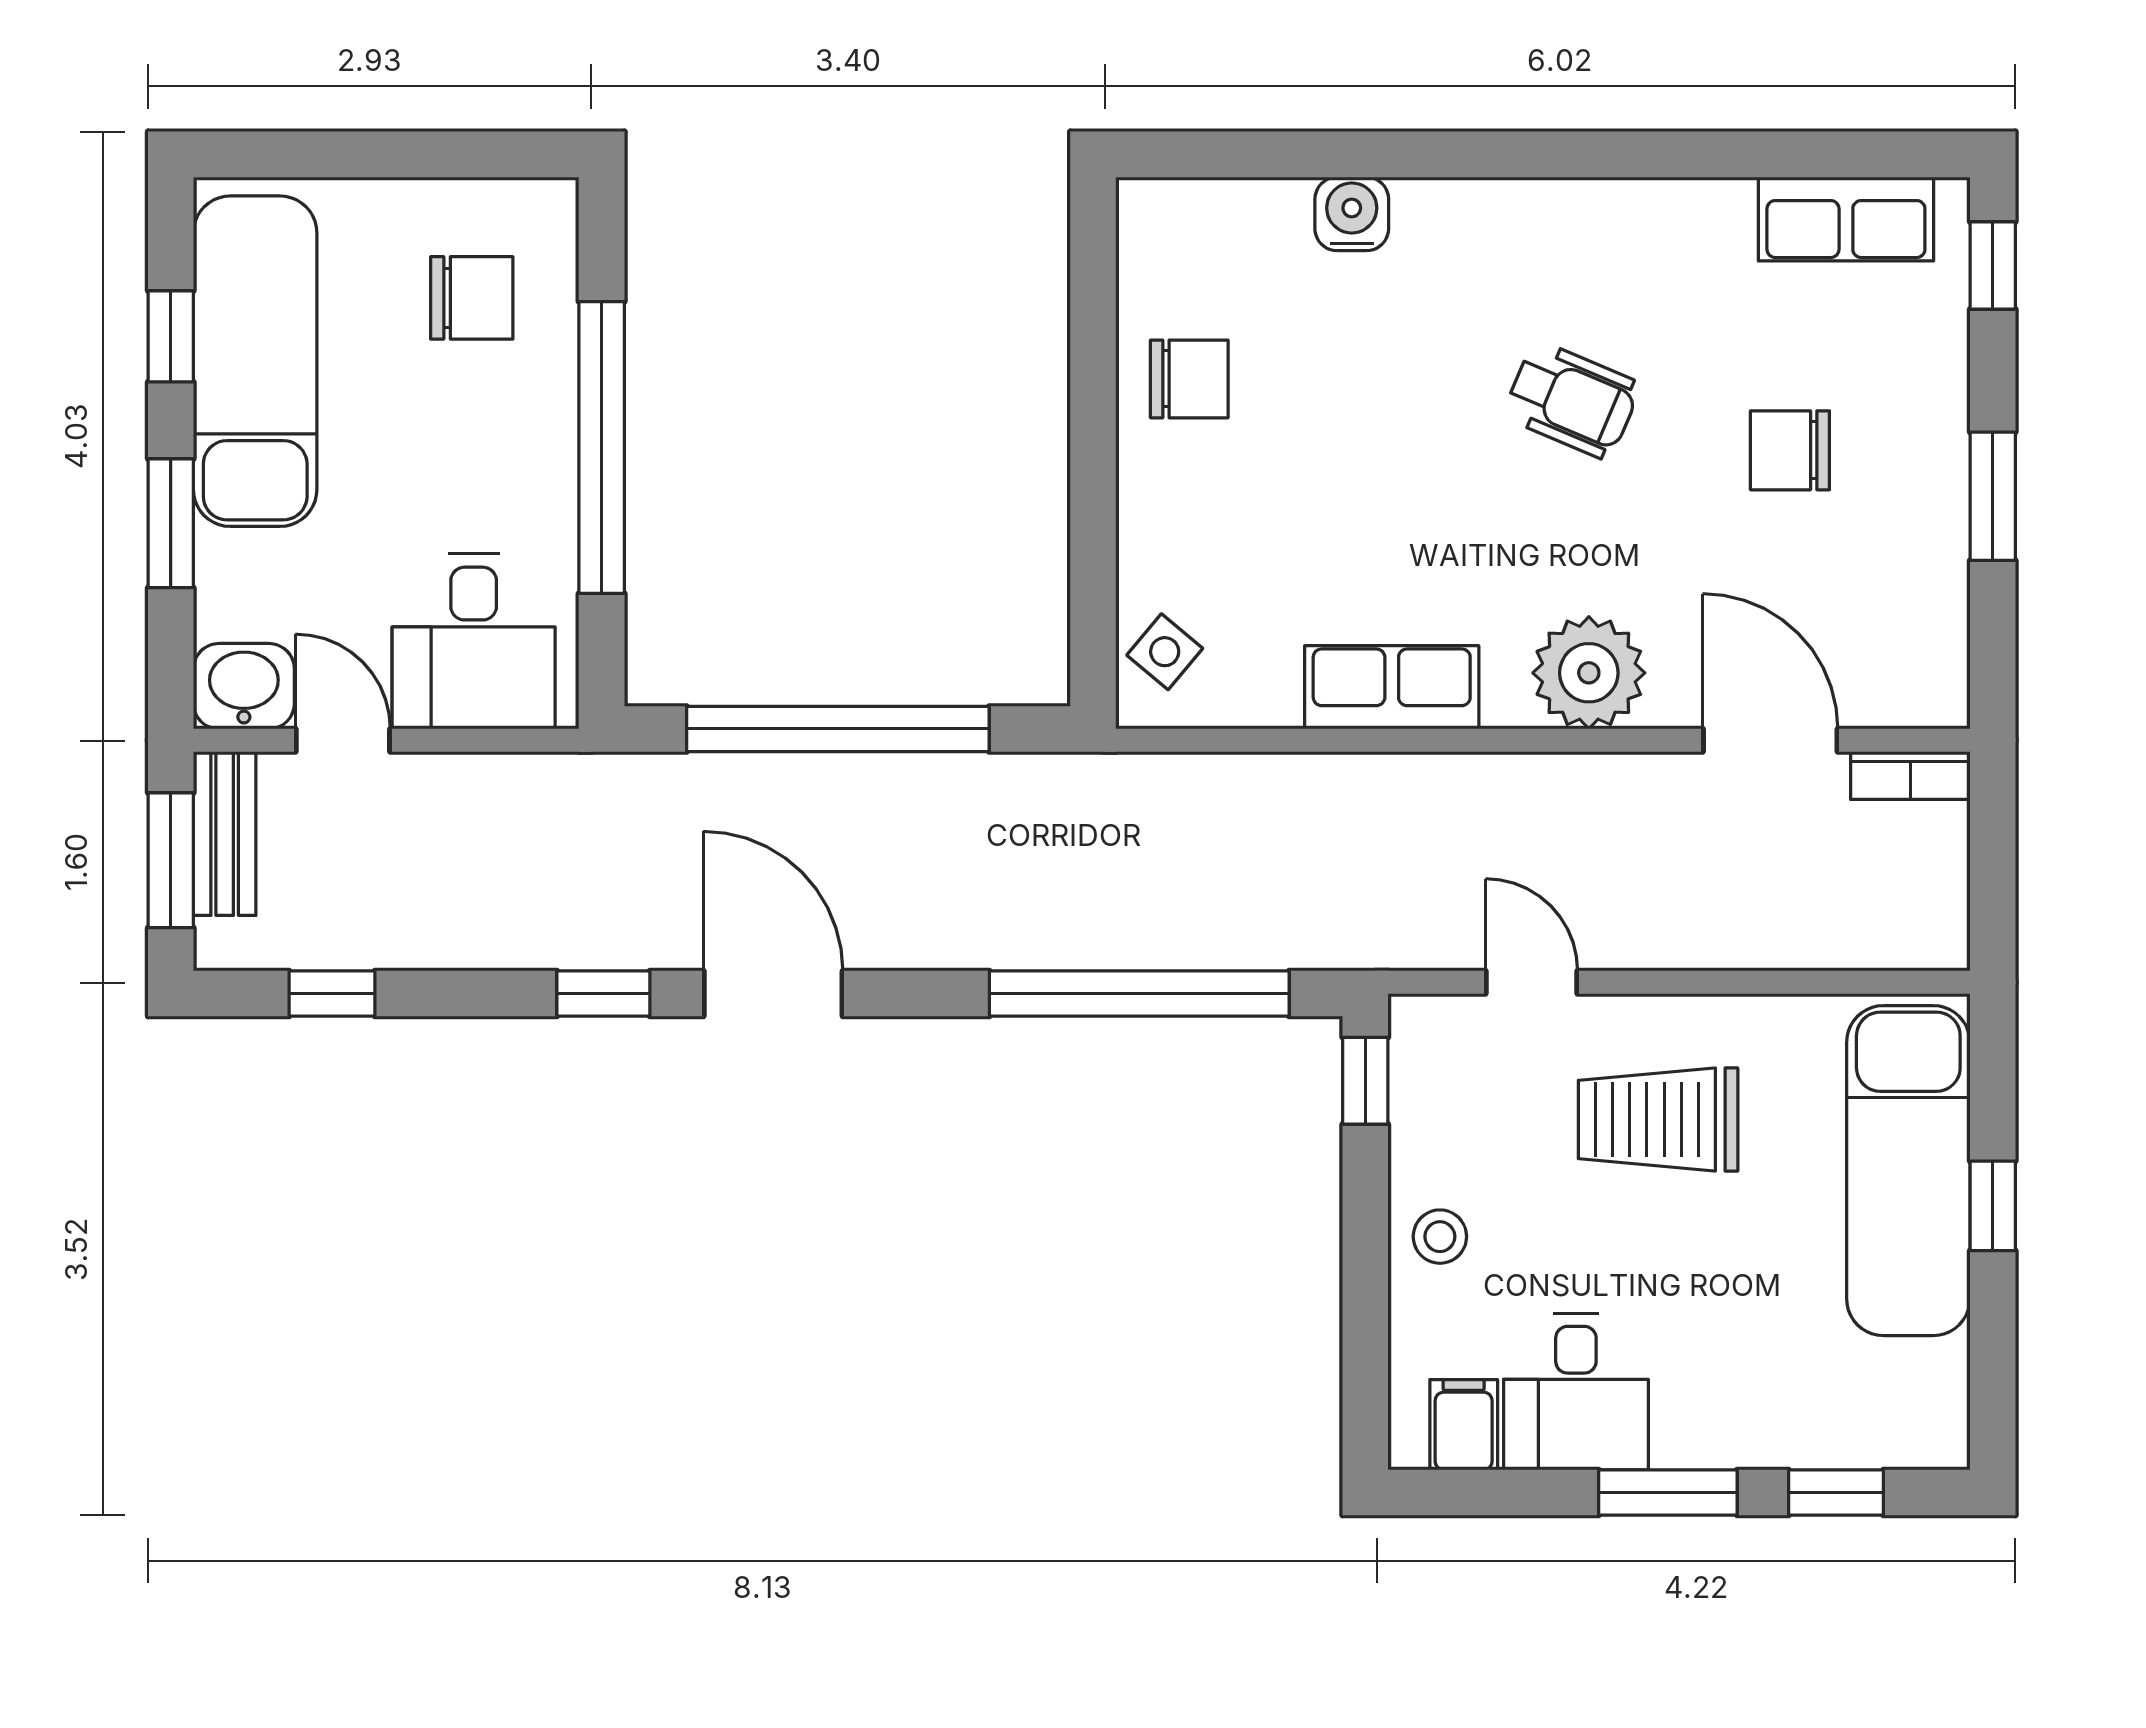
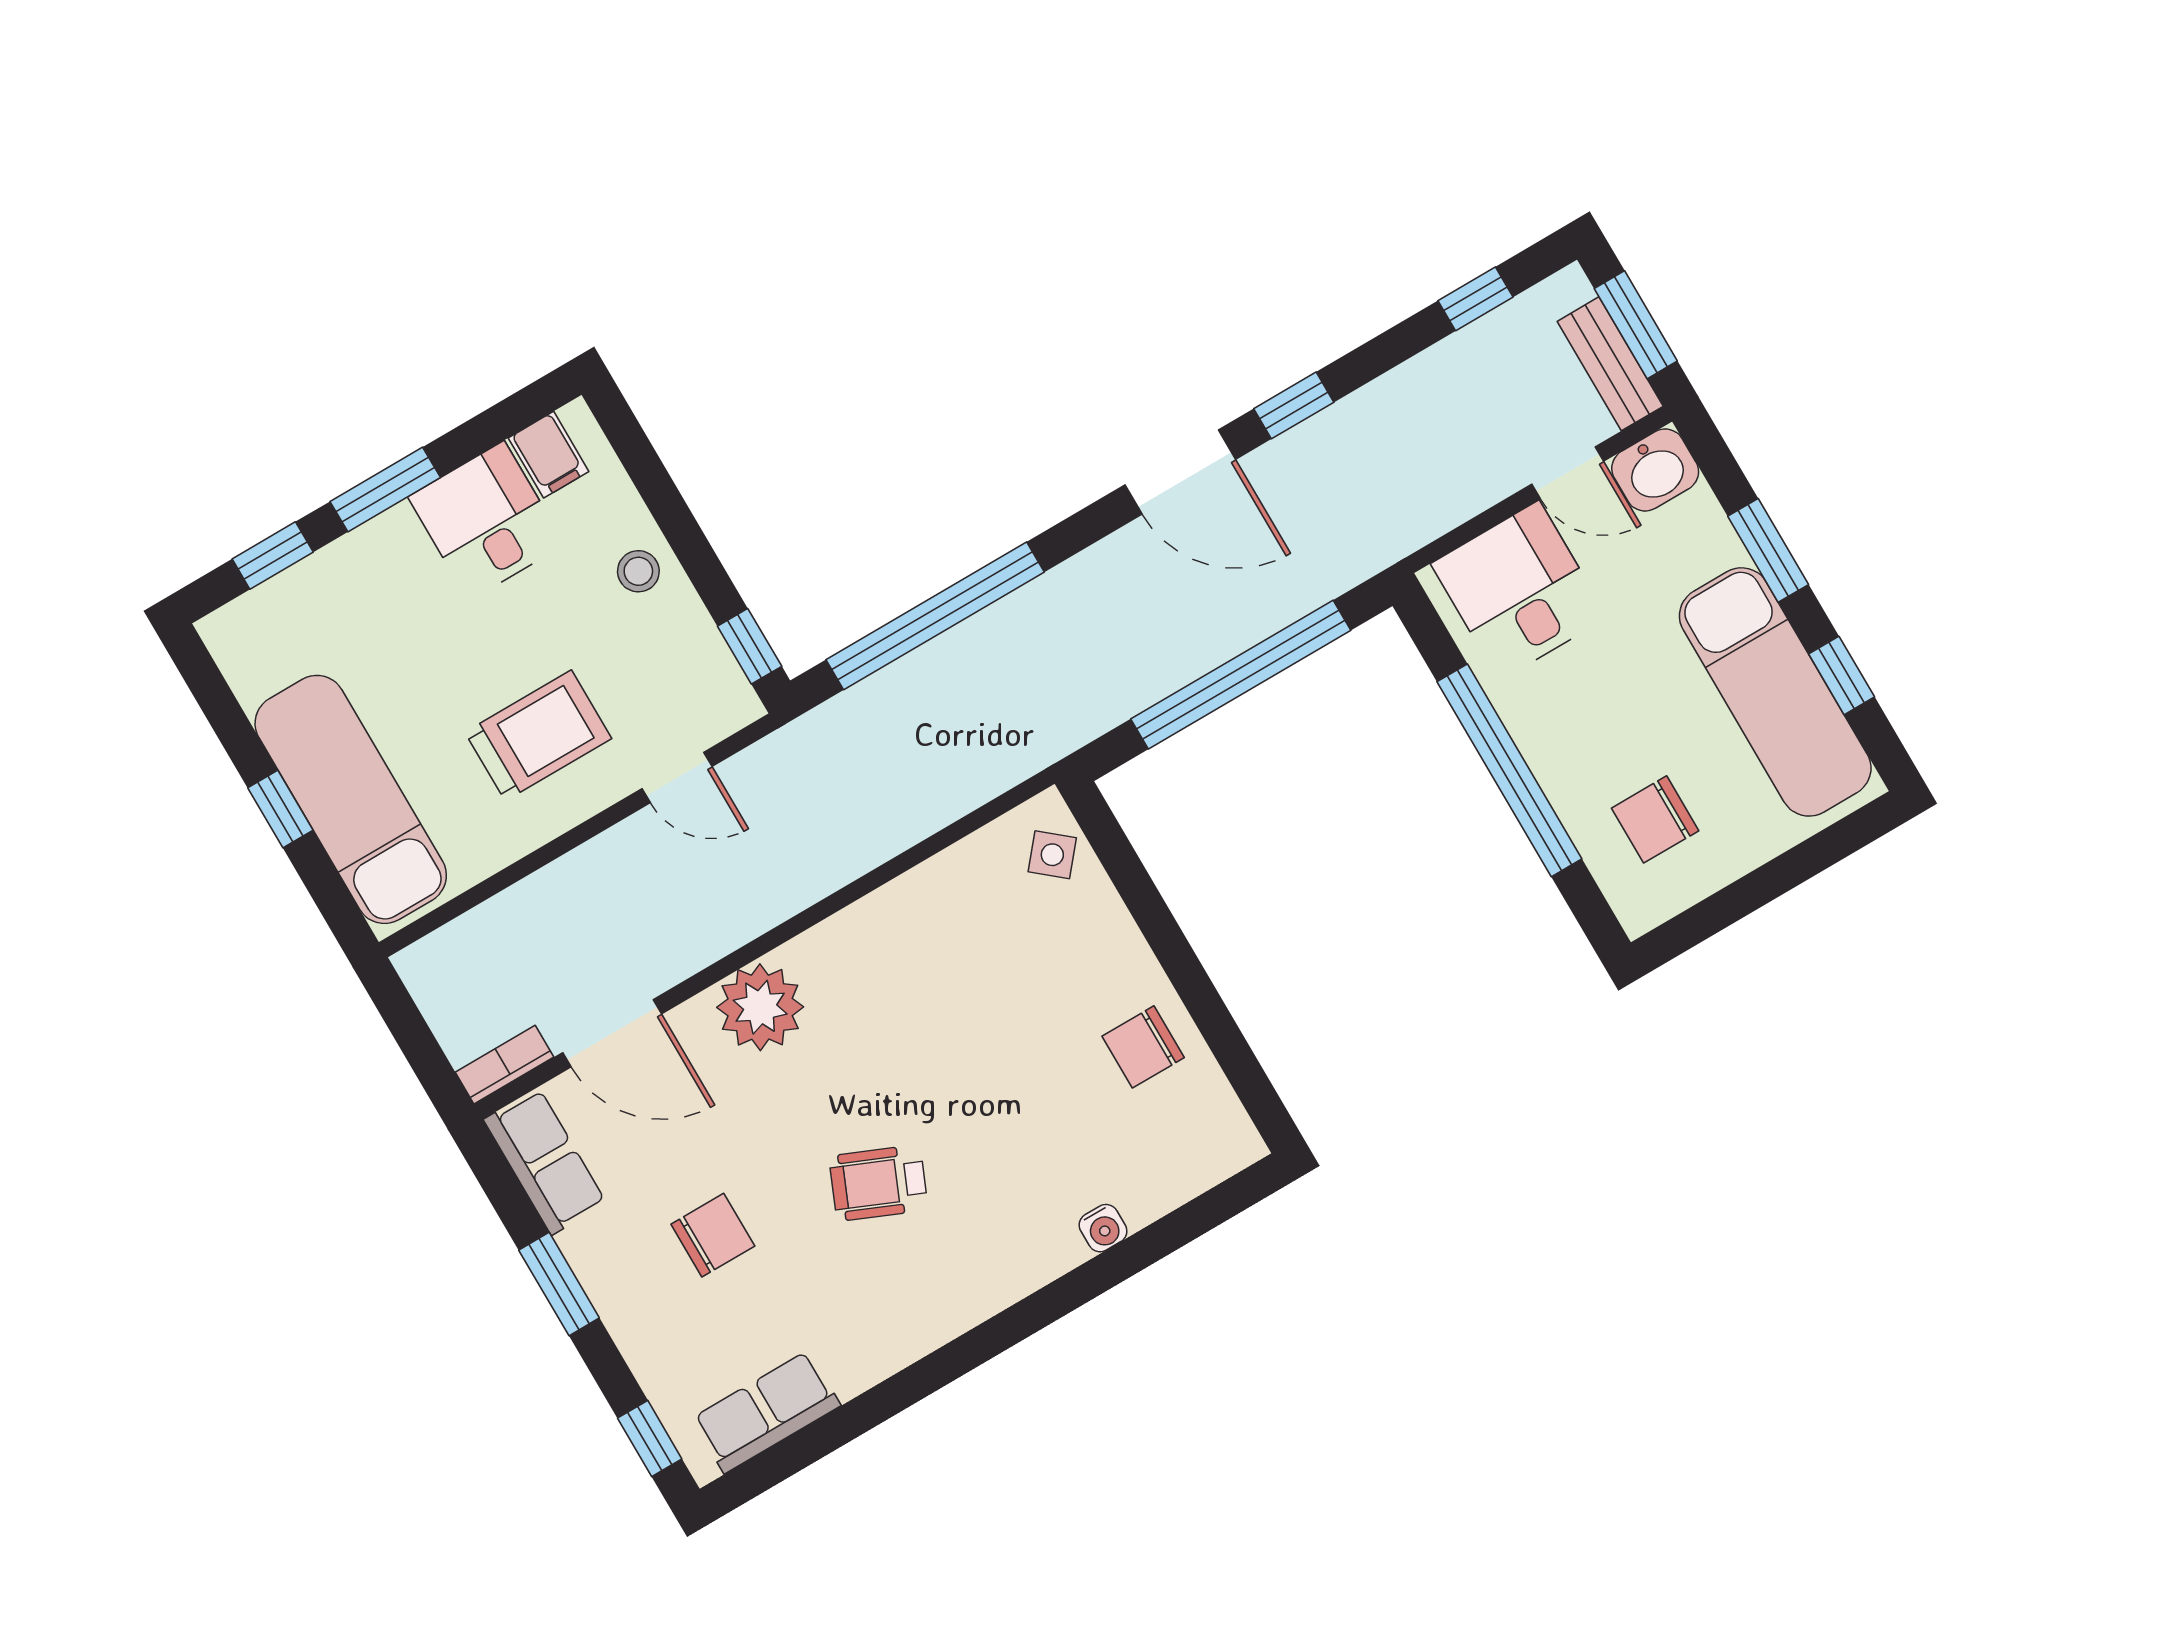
water cooler: (1352, 214) -> (1103, 1228), width x0.72, depth x0.72
row of seats: (1392, 687) -> (545, 1161), moved, turned -90

